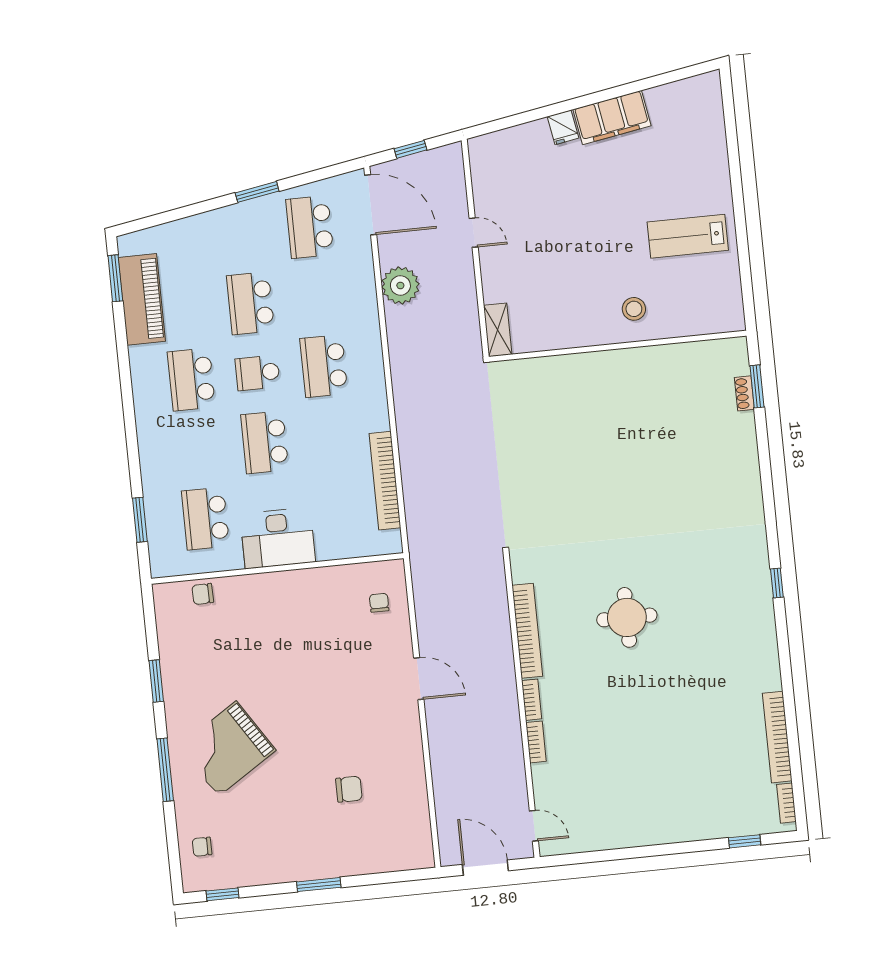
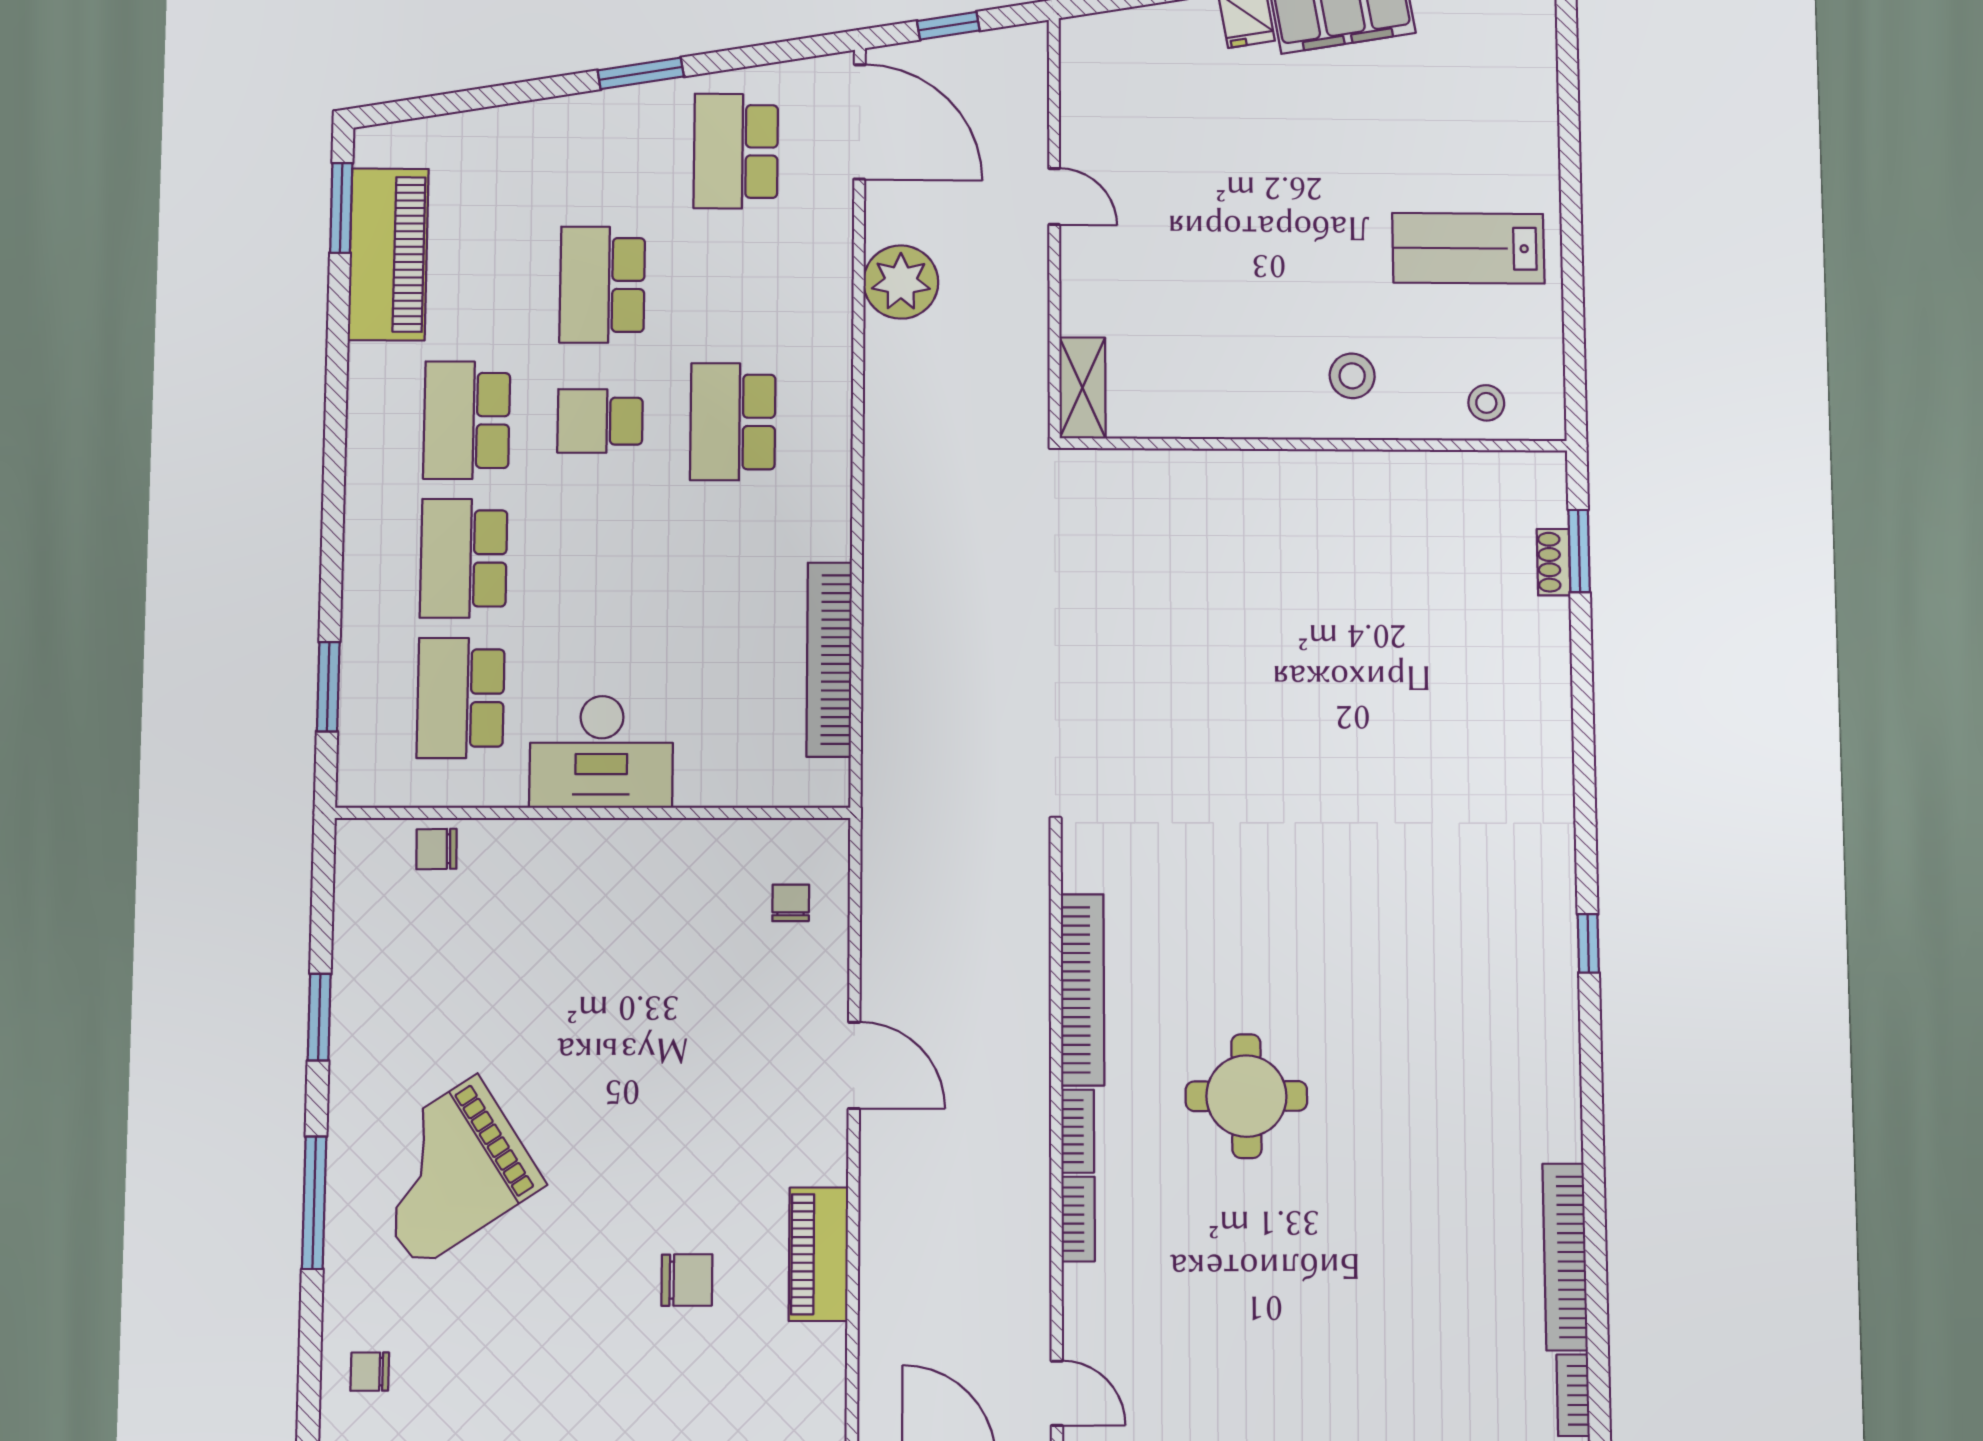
stool: (704, 315) -> (1486, 403), added
school desk: (265, 442) -> (464, 558), moved
round table: (627, 617) -> (1246, 1096), moved
piano: (411, 771) -> (818, 1254), added

